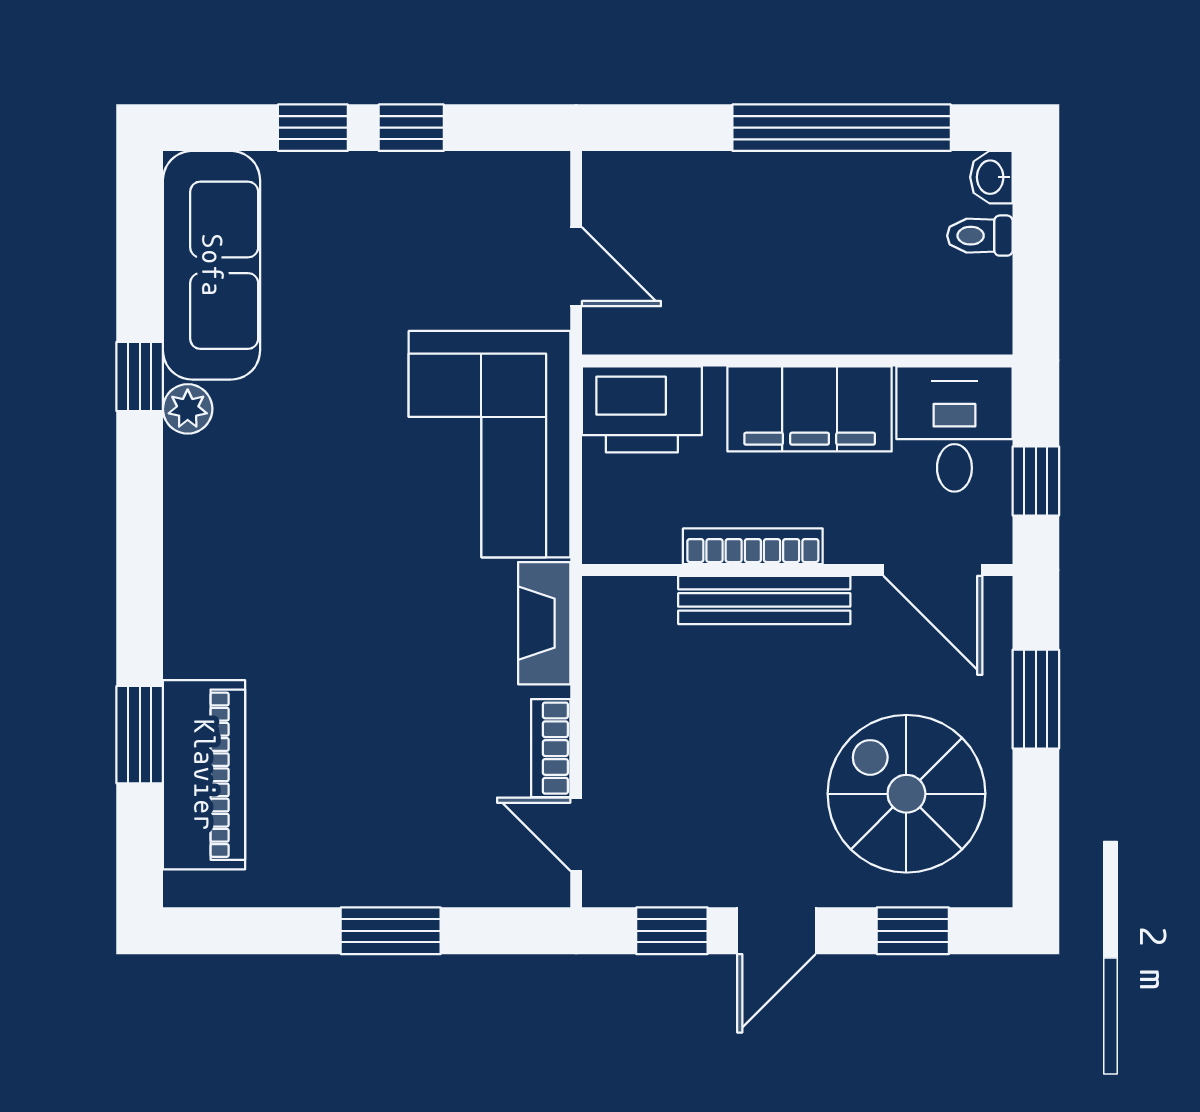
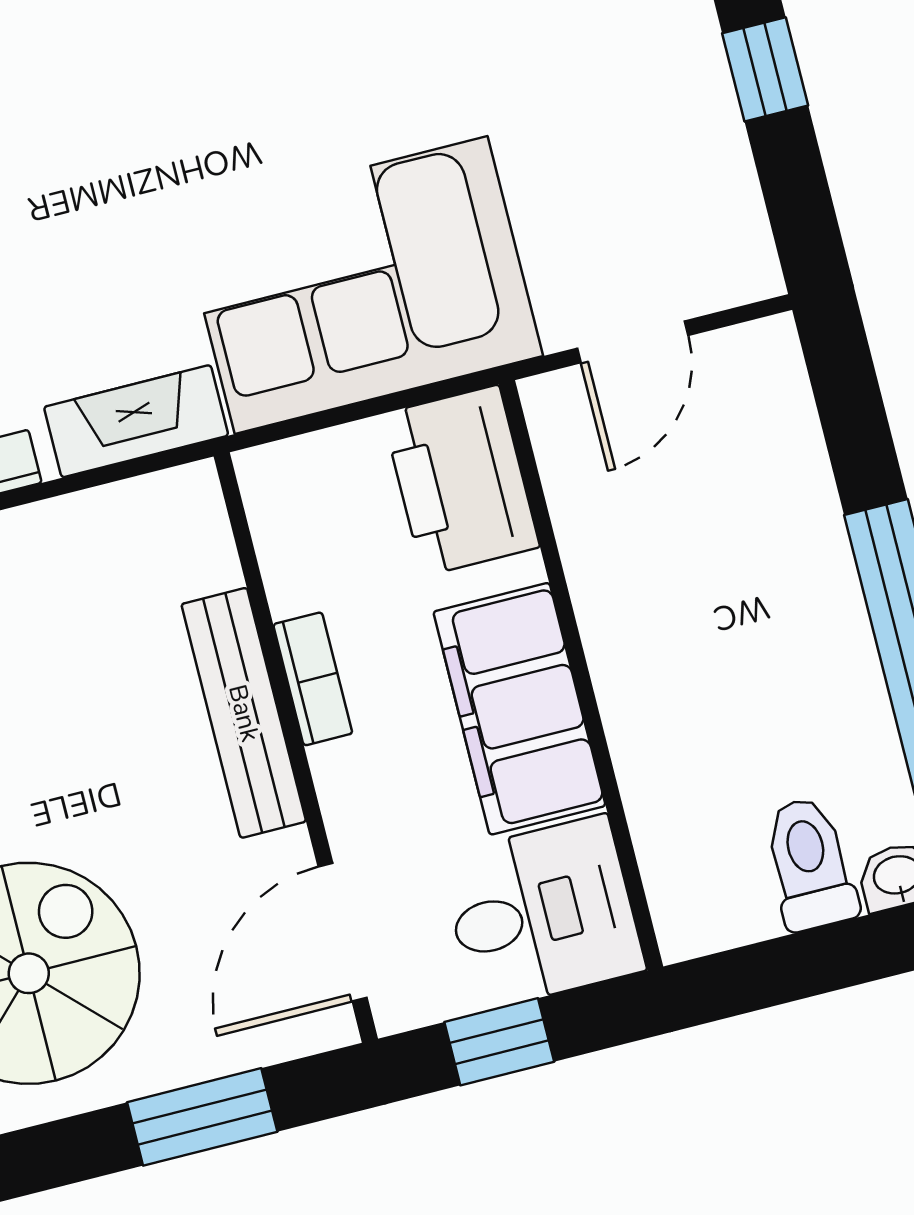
toilet: (980, 236) -> (810, 864), width x1.37, depth x1.39
bookcase: (753, 546) -> (313, 679), width x0.64

